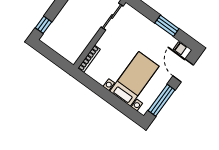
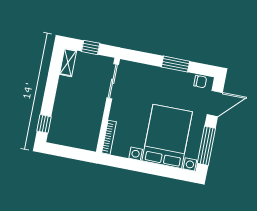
door: (183, 70) -> (215, 103), swing flipped
bed with nightstands: (134, 79) -> (167, 136), width x1.36

